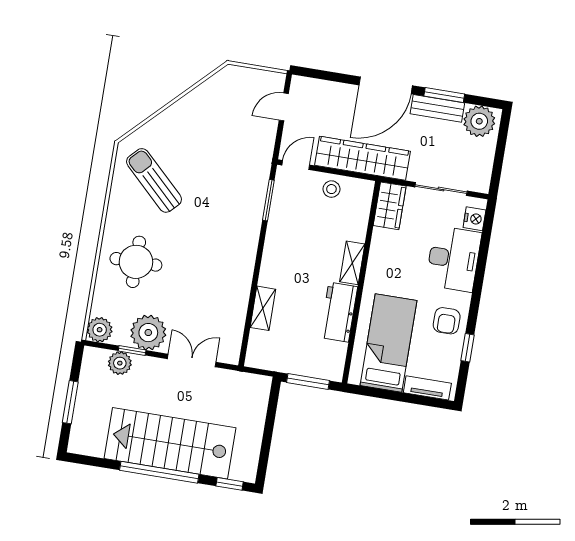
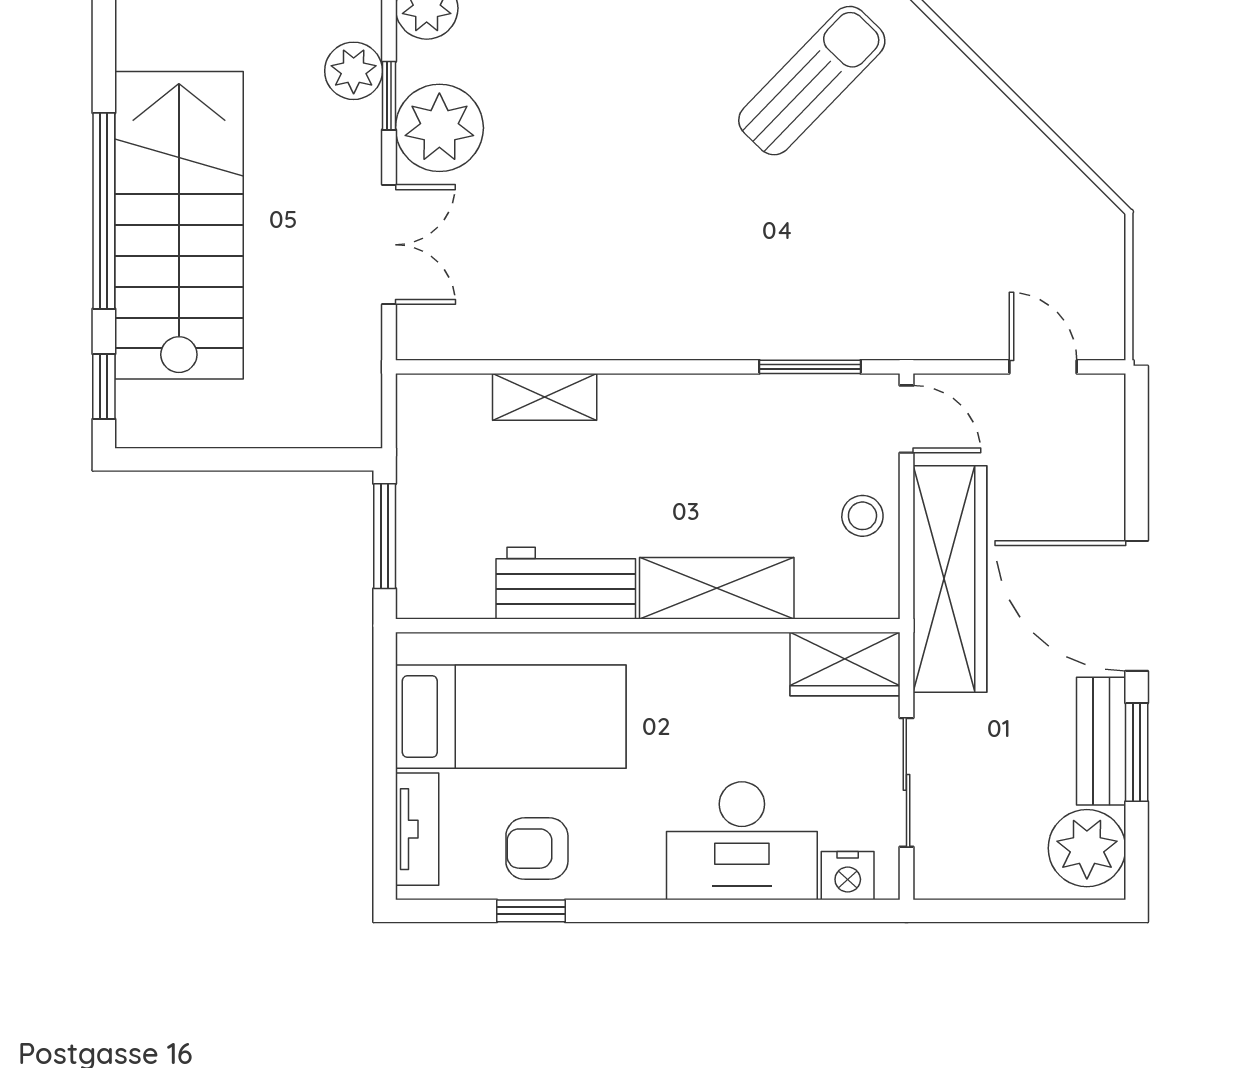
round table: (136, 262) -> (607, 69), removed
shelving: (352, 263) -> (717, 588), width x1.50, depth x1.33
armchair: (447, 321) -> (537, 849), moved

